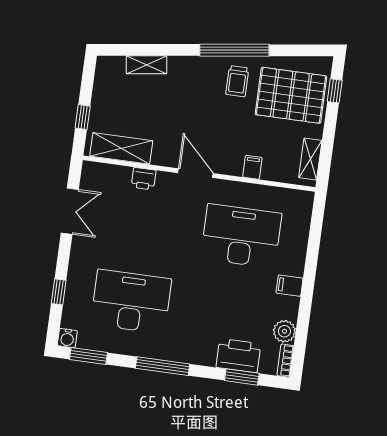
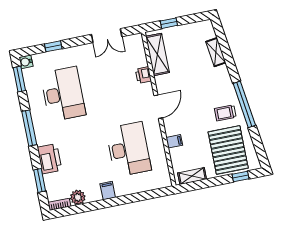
printer: (238, 356) -> (49, 159), moved

